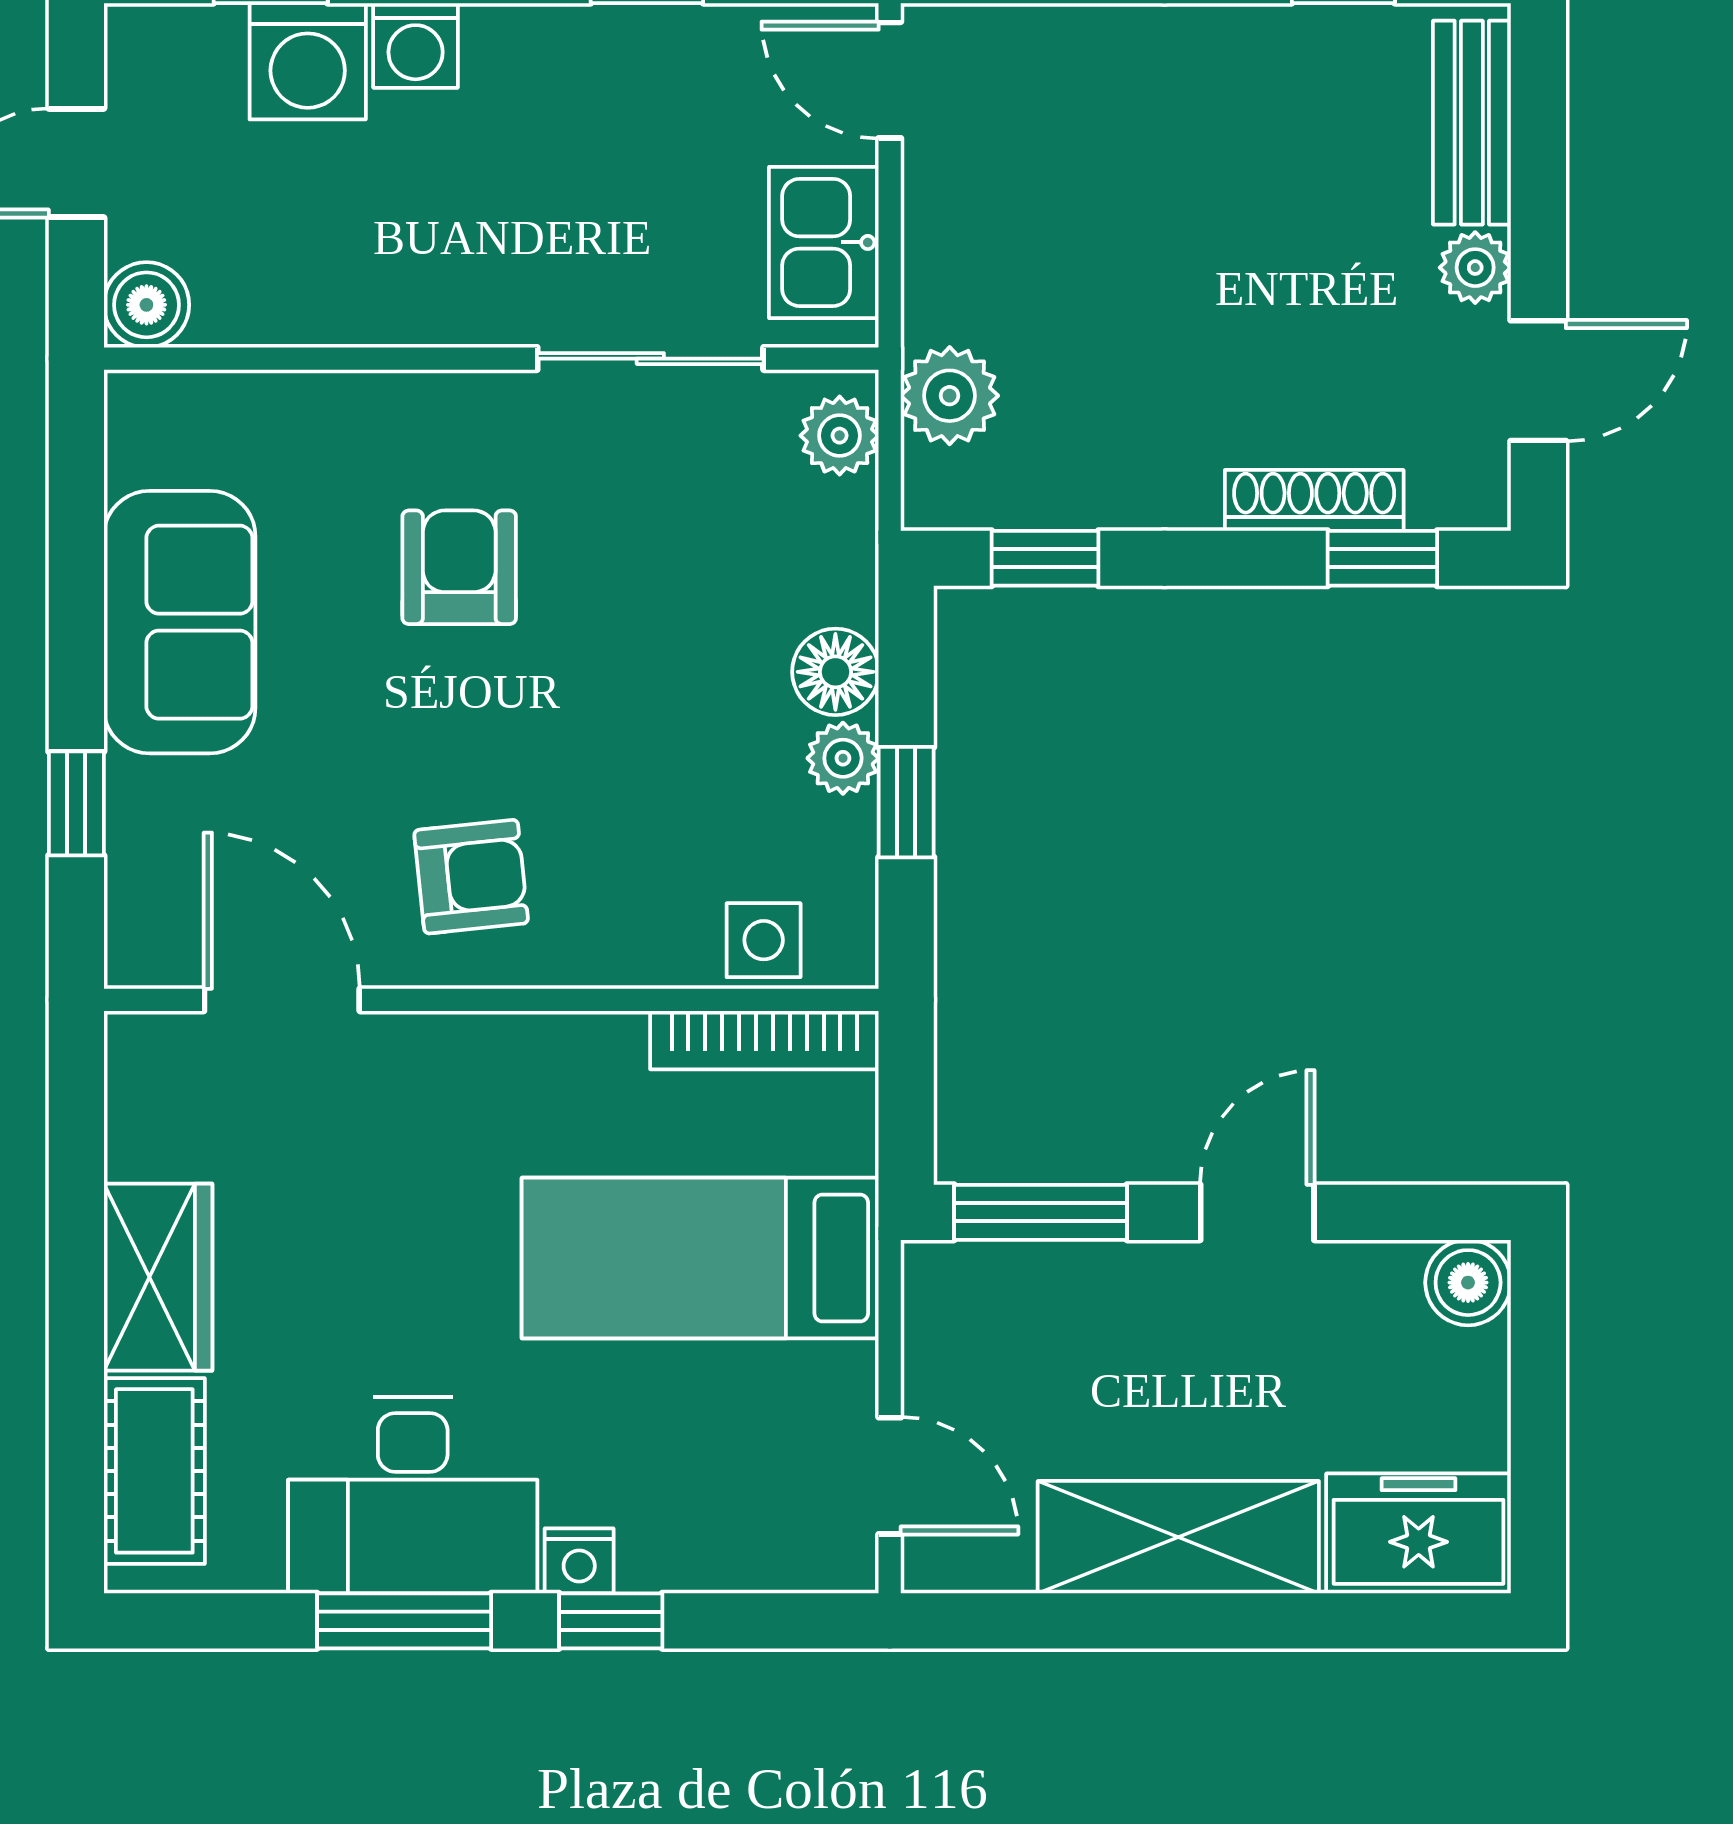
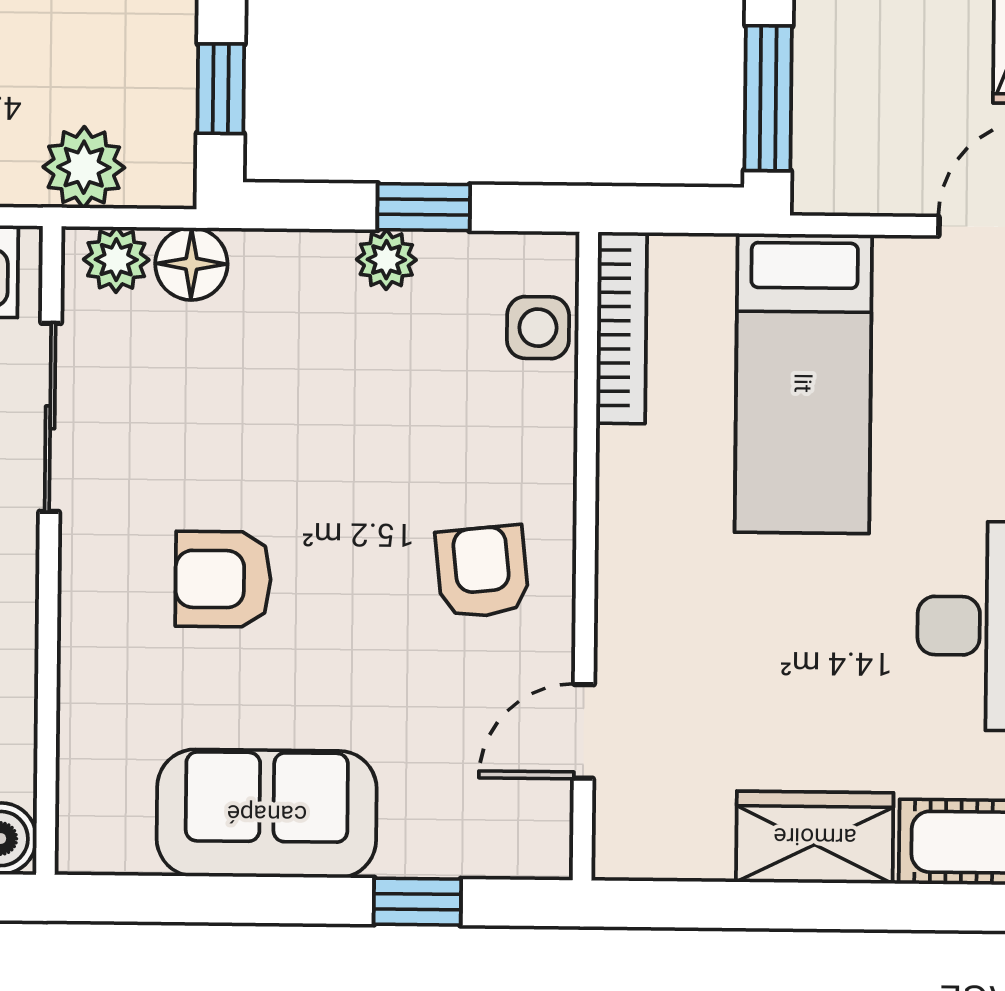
floor lamp: (835, 672) -> (191, 264), moved
door: (282, 1000) -> (584, 731), width x0.73

